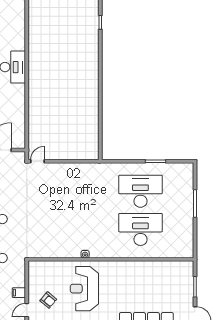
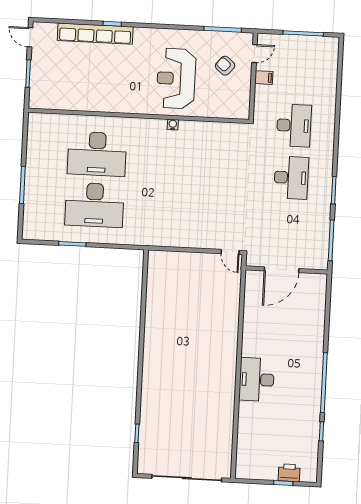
door: (38, 161) -> (230, 252), hinge flipped
reception desk: (84, 289) -> (176, 79), turned 180

